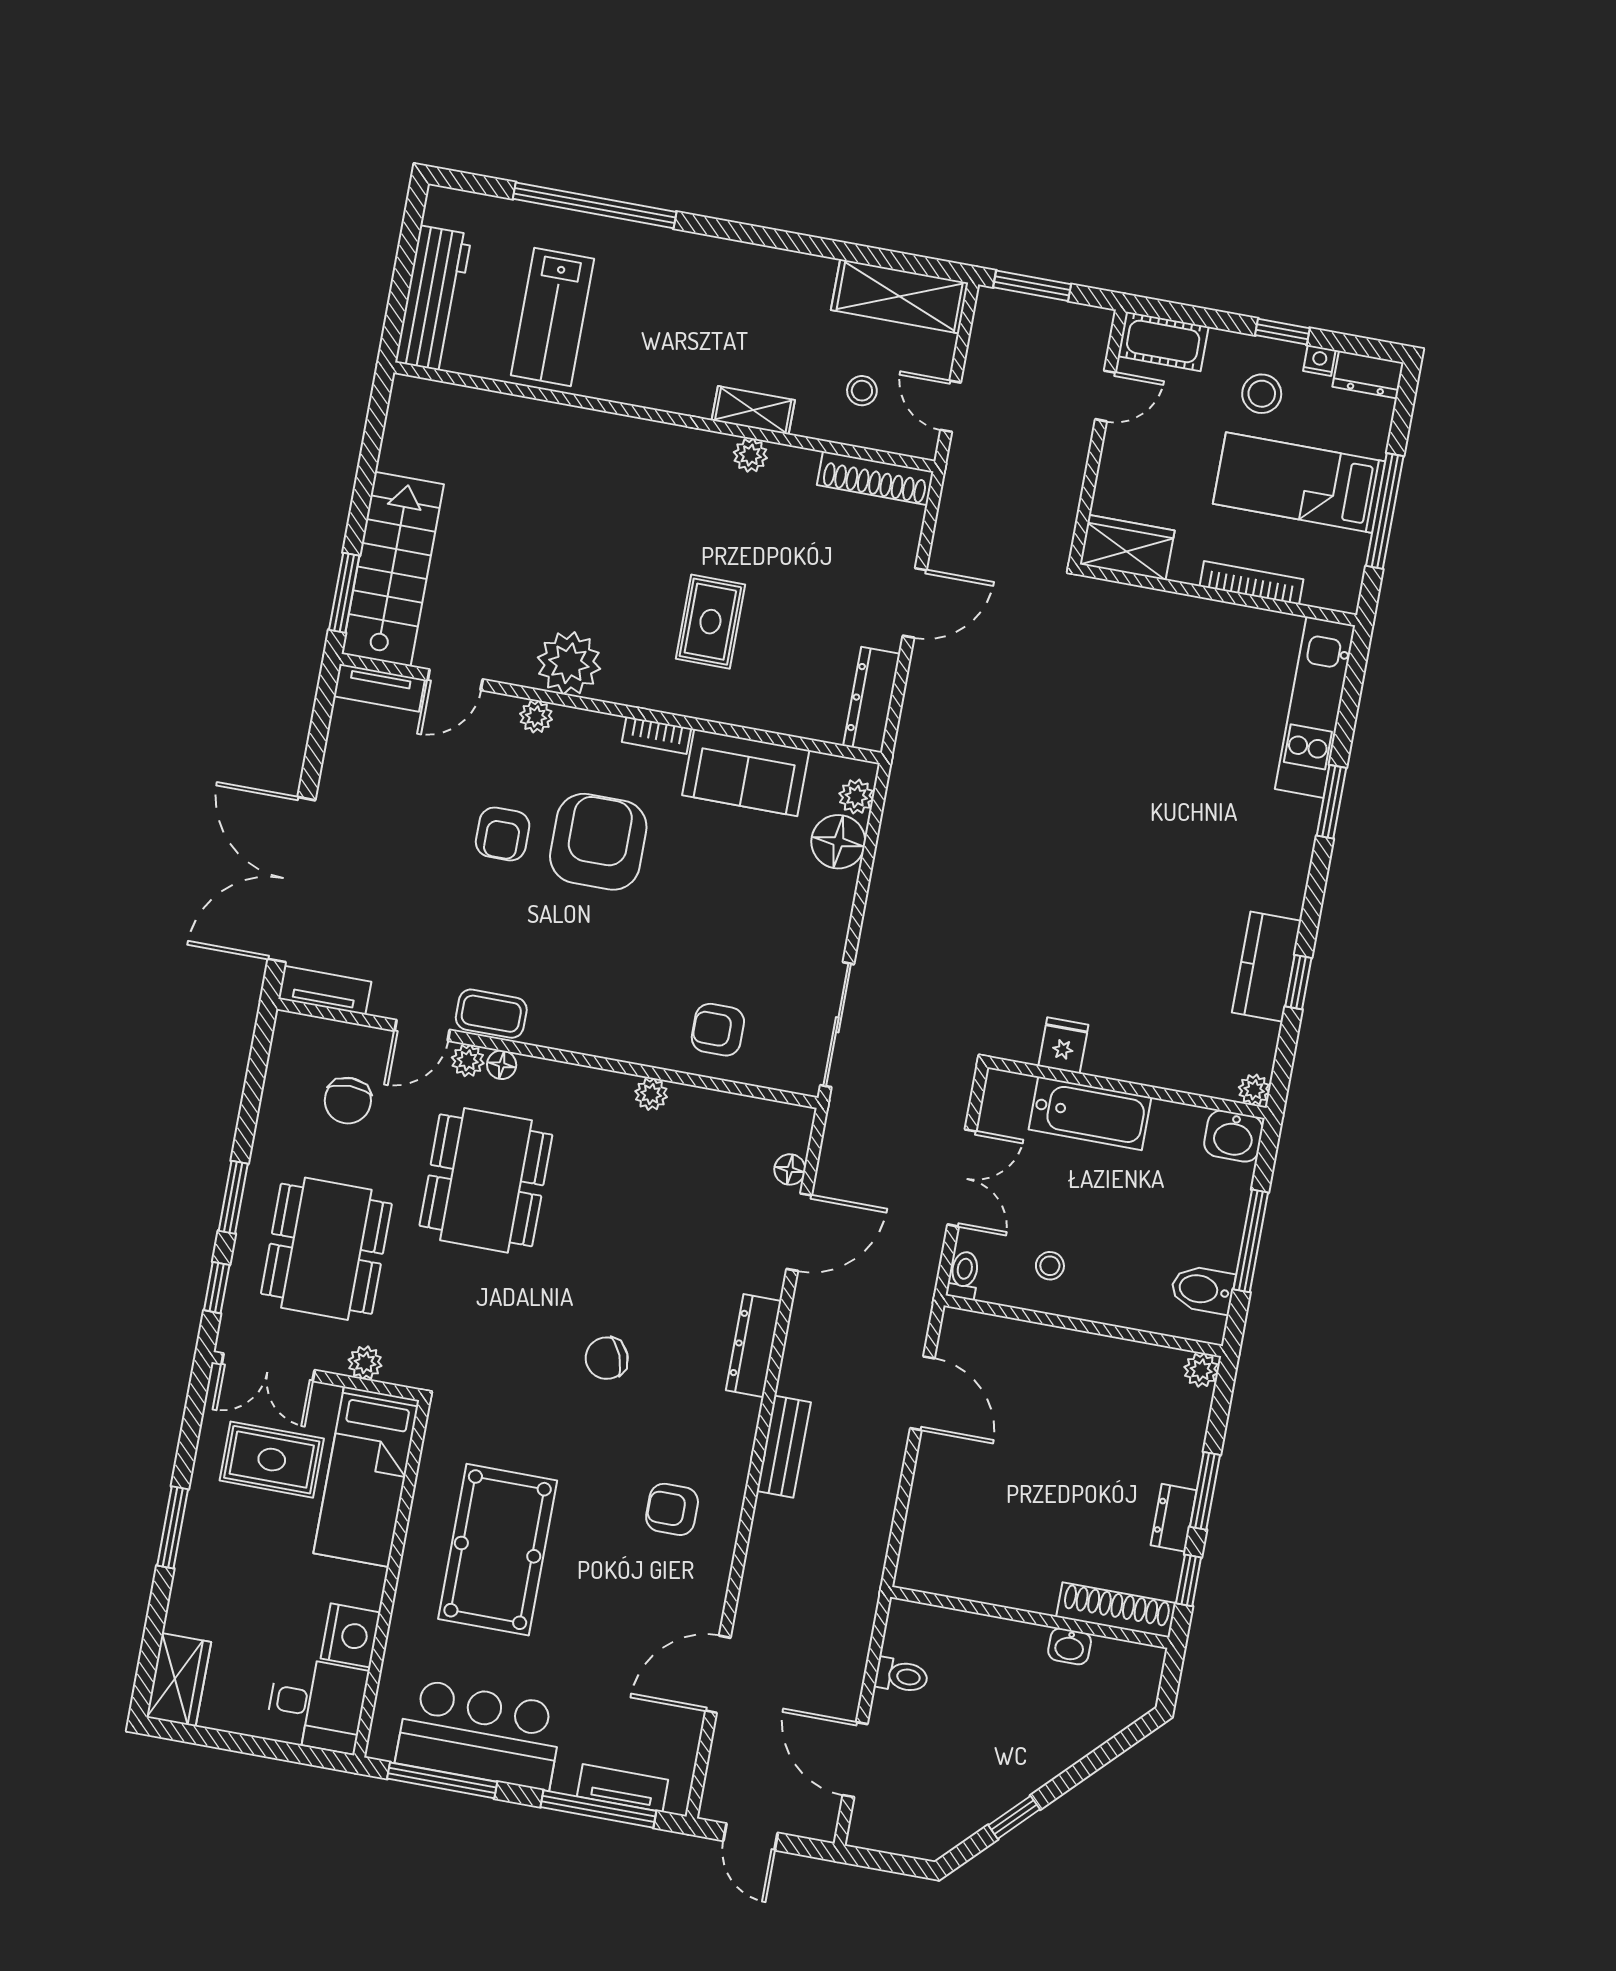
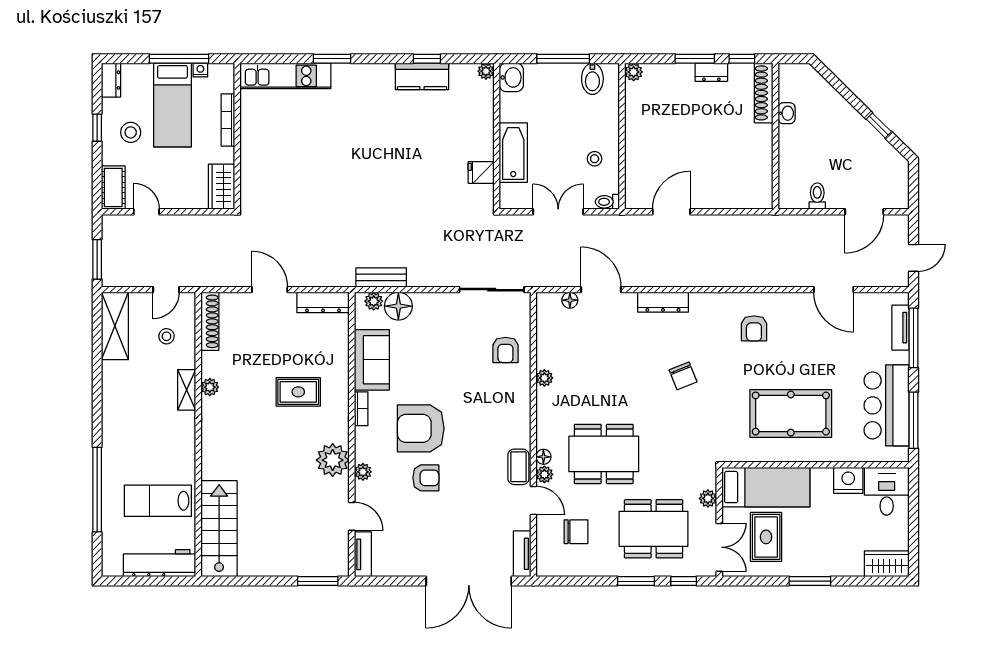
lab bench: (552, 317) -> (158, 501), turned 180
nightstand: (1319, 360) -> (200, 70), moved, turned 90
stairs: (393, 569) -> (219, 529), moved, turned 90
bench: (784, 1447) -> (381, 277), moved

